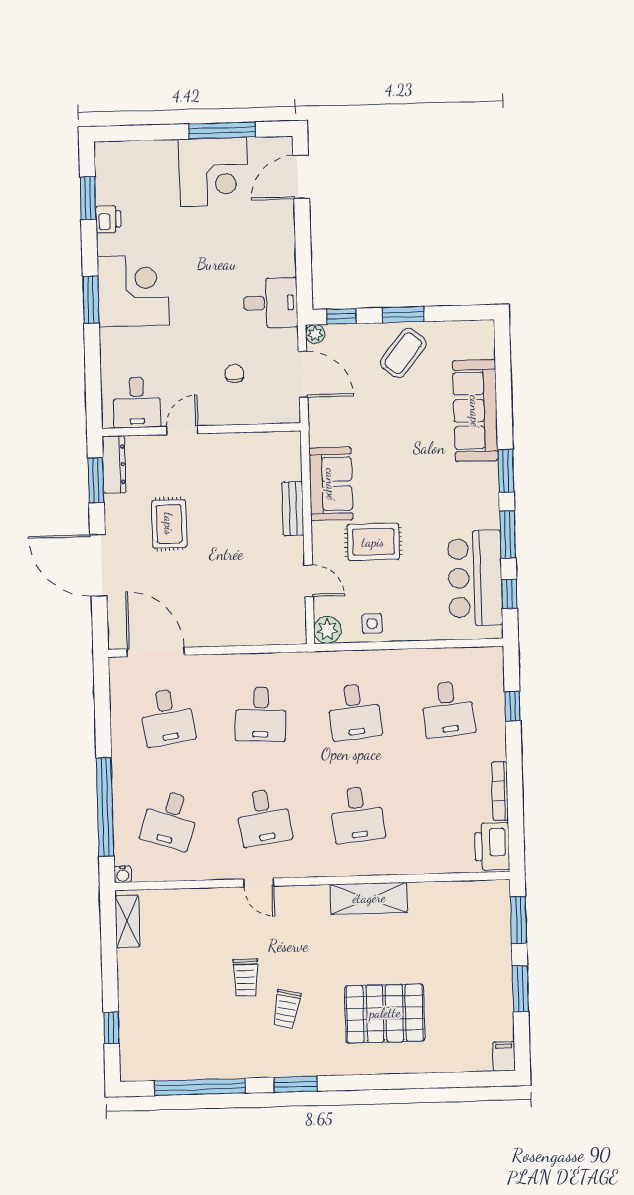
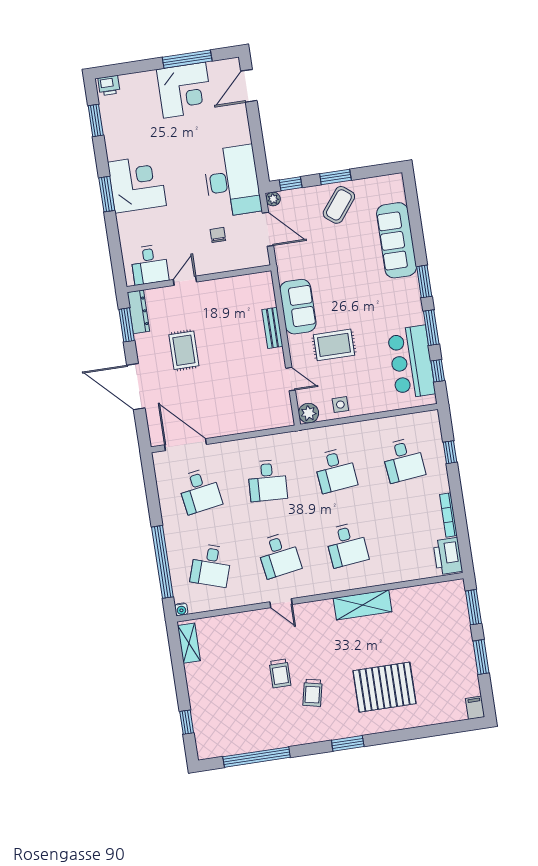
printer: (108, 219) -> (109, 86), moved, turned 90
desk: (271, 303) -> (232, 181), width x1.87, depth x1.30
window: (296, 1084) -> (348, 743), moved

